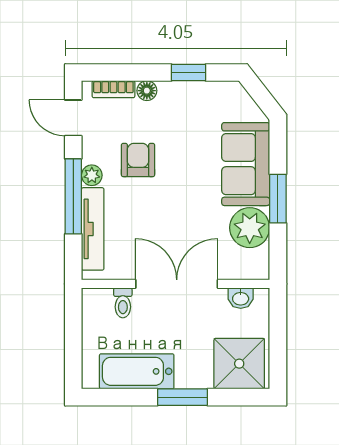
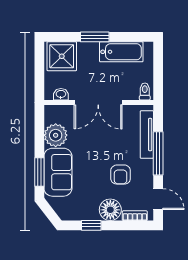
floor lamp: (147, 91) -> (110, 210), width x1.89, depth x1.89
plant: (92, 175) -> (147, 166), removed
window: (278, 199) -> (39, 172), moved
toilet: (123, 303) -> (145, 92), moved

